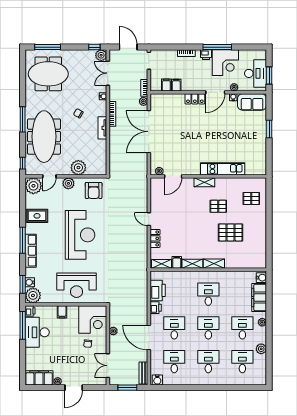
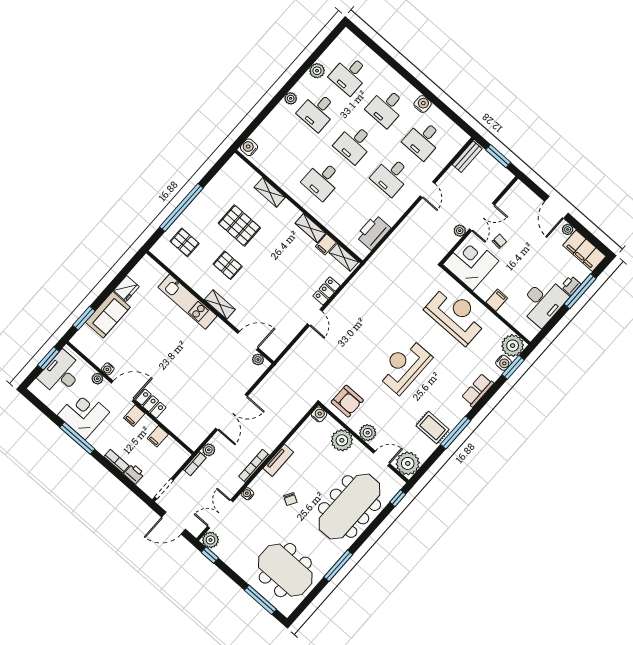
door: (128, 47) -> (174, 523), hinge flipped
printer: (206, 55) -> (134, 474), moved
double door: (108, 73) -> (220, 514), swing flipped
filing cabinet: (166, 85) -> (134, 416), moved
sofa: (252, 102) -> (108, 315), moved, turned 90
window: (23, 119) -> (338, 566), moved
window: (269, 129) -> (84, 318), moved
double door: (149, 132) -> (231, 412), width x0.73
fridge: (260, 148) -> (126, 288), added
water cooler: (102, 171) -> (319, 414), added
armchair: (94, 190) -> (347, 401), turned 90
window: (269, 215) -> (181, 208), added
reception desk: (80, 235) -> (404, 366), width x0.74, depth x0.77
window: (23, 240) -> (456, 432), moved
row of seats: (31, 251) -> (478, 390), width x0.68
shelving: (214, 264) -> (270, 192), moved
filing cabinet: (259, 298) -> (270, 128), removed
printer: (156, 308) -> (392, 216), removed
printer: (30, 311) -> (571, 285), moved
window: (23, 325) -> (580, 291), moved
door: (149, 338) -> (428, 190), width x0.53
double door: (108, 366) -> (482, 217), moved
water cooler: (157, 380) -> (423, 104), moved
door: (74, 388) -> (556, 207), swing flipped

